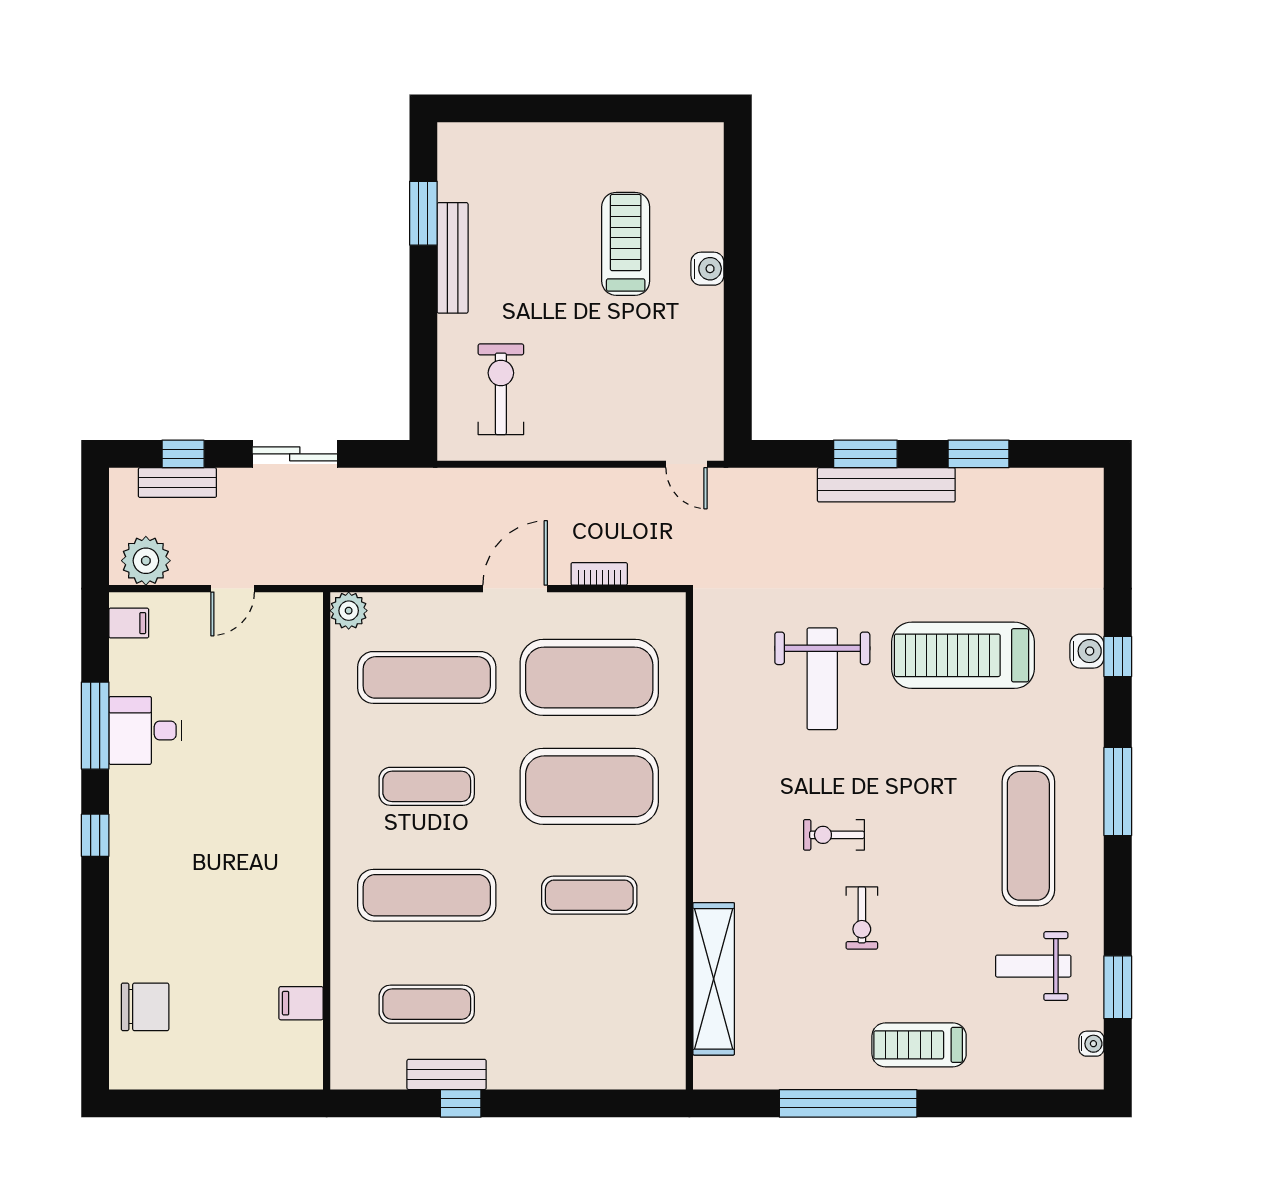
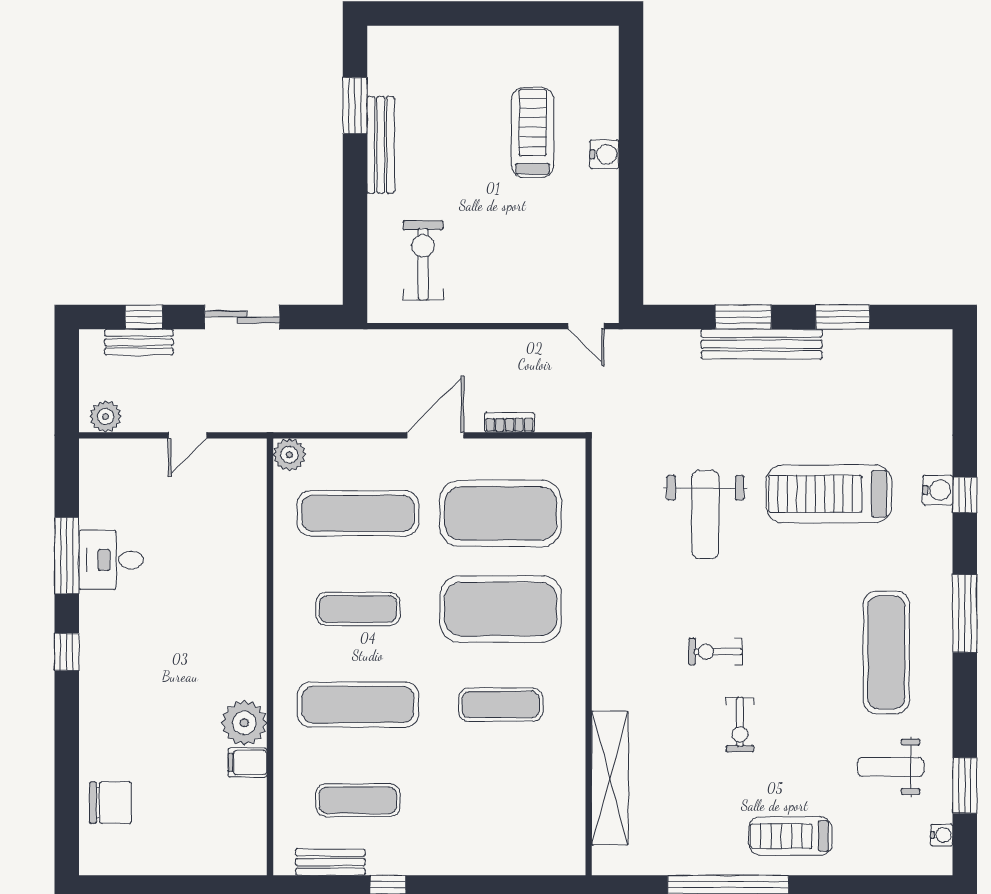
plant: (146, 561) -> (106, 417), width x0.73, depth x0.73
filing cabinet: (129, 623) -> (96, 466), removed
plant: (297, 916) -> (244, 723), added
filing cabinet: (301, 1003) -> (248, 763), moved
bench: (447, 1074) -> (330, 862), moved

